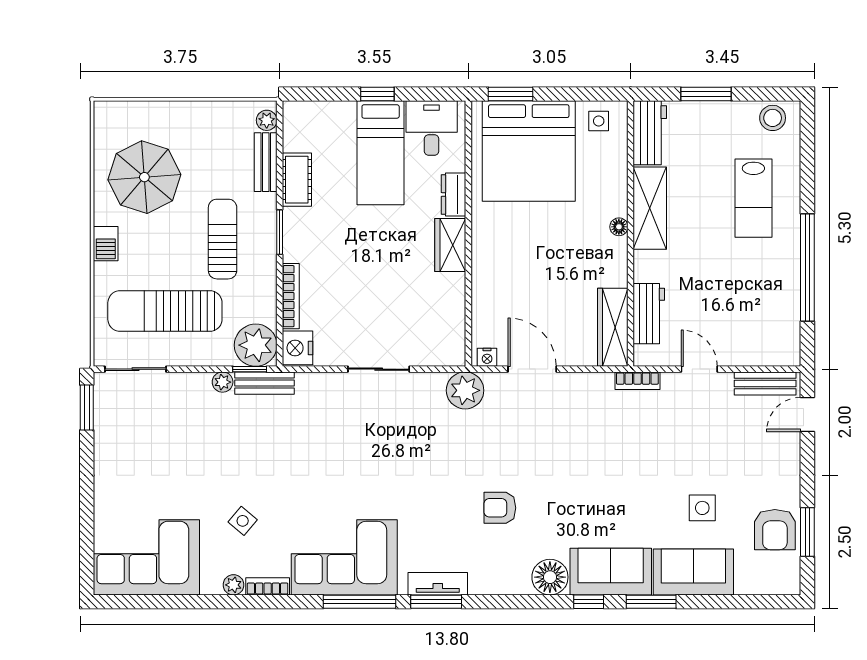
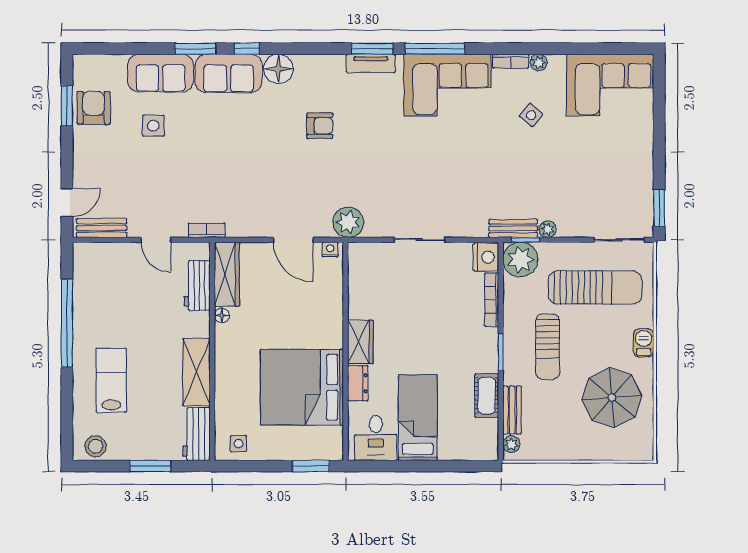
window: (377, 94) -> (420, 466), removed
bed: (529, 151) -> (302, 387), moved, turned -90
floor lamp: (619, 227) -> (222, 315), moved

